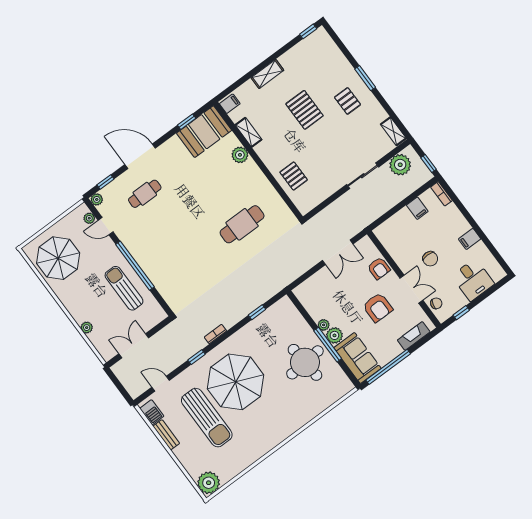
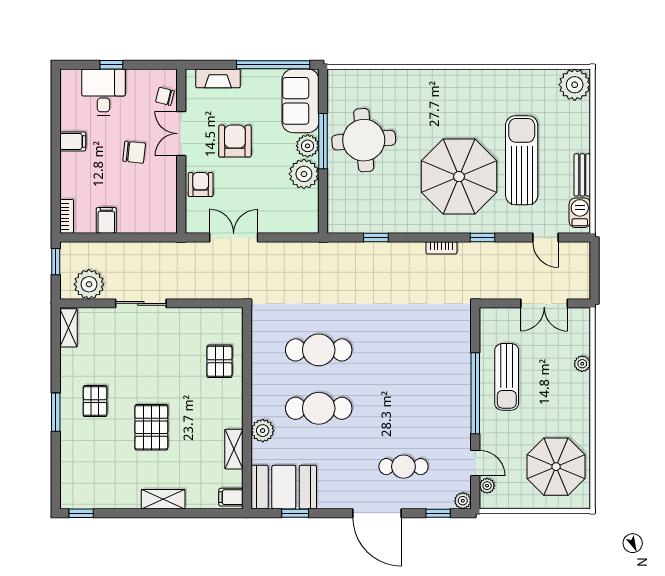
cafe table: (217, 191) -> (319, 408), added
chair: (430, 259) -> (134, 152), turned 96
window: (461, 313) -> (111, 65), moved
plant: (324, 325) -> (304, 174), width x1.88, depth x1.88

